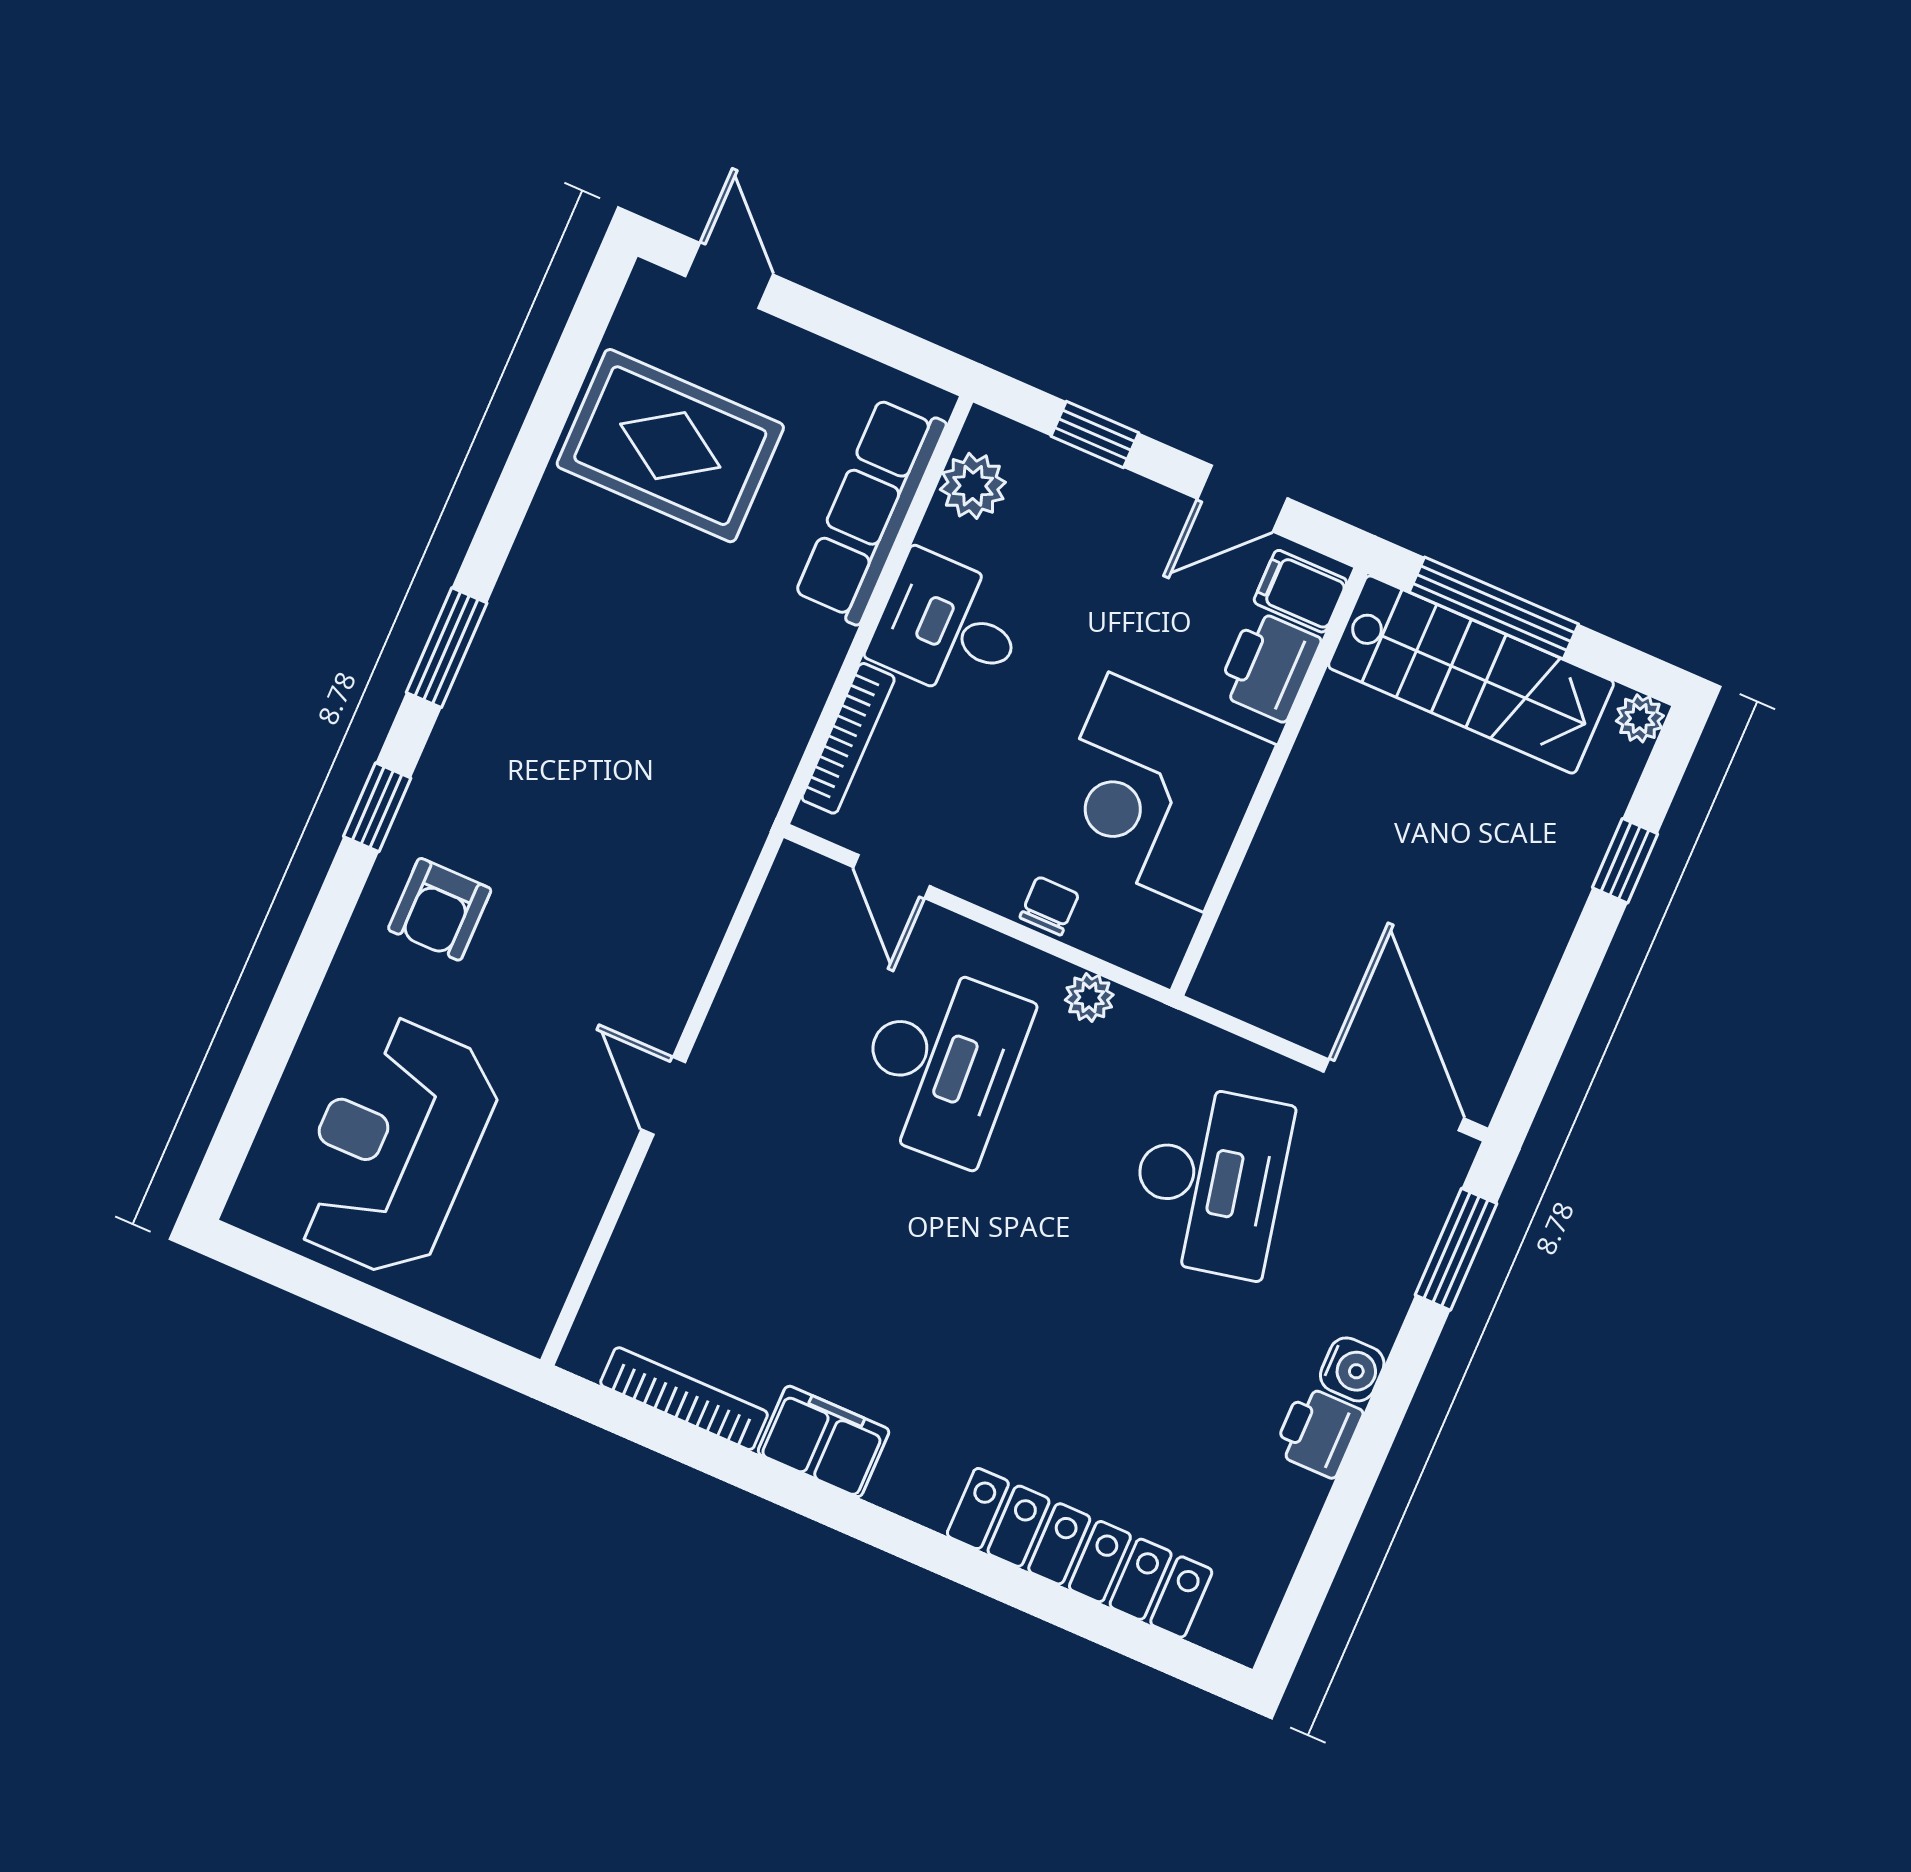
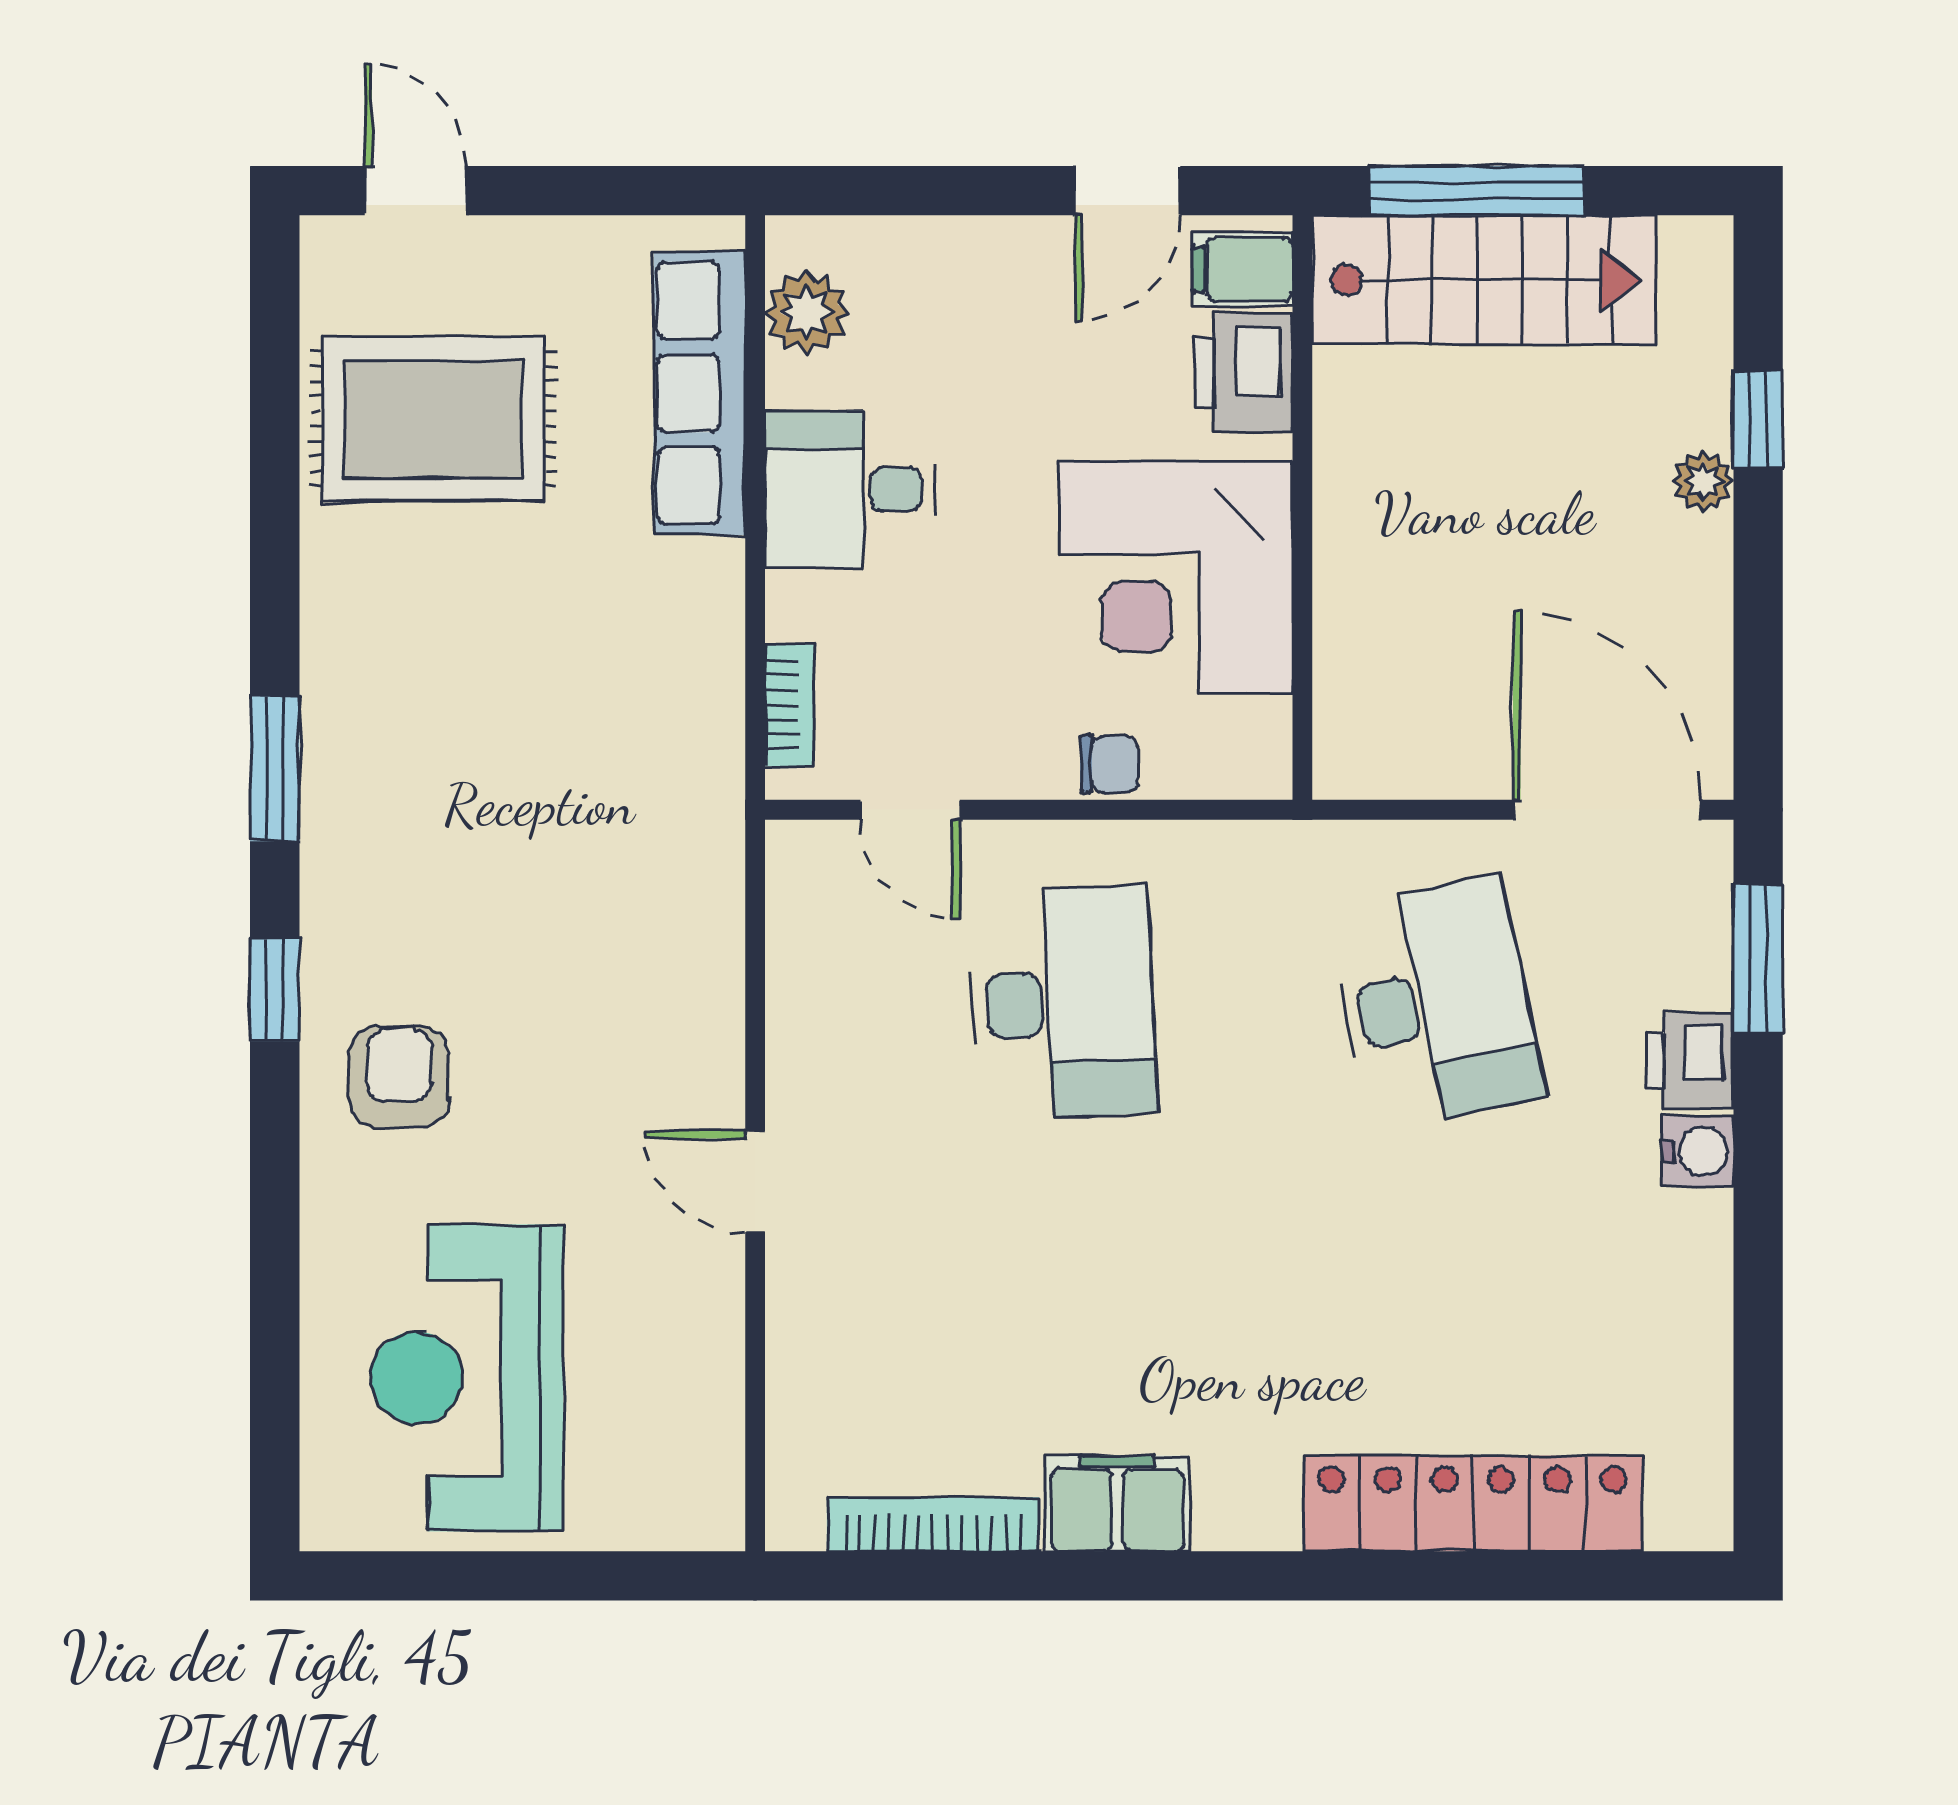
window: (1095, 434) -> (923, 191), removed
plant: (1640, 718) -> (1703, 481), moved
bookcase: (848, 738) -> (789, 705), width x0.64
chair: (1049, 906) -> (1109, 764), turned 90
armchair: (440, 909) -> (399, 1077), turned 180
plant: (1089, 997) -> (1202, 850), removed
printer: (1318, 1432) -> (1690, 1061), moved

